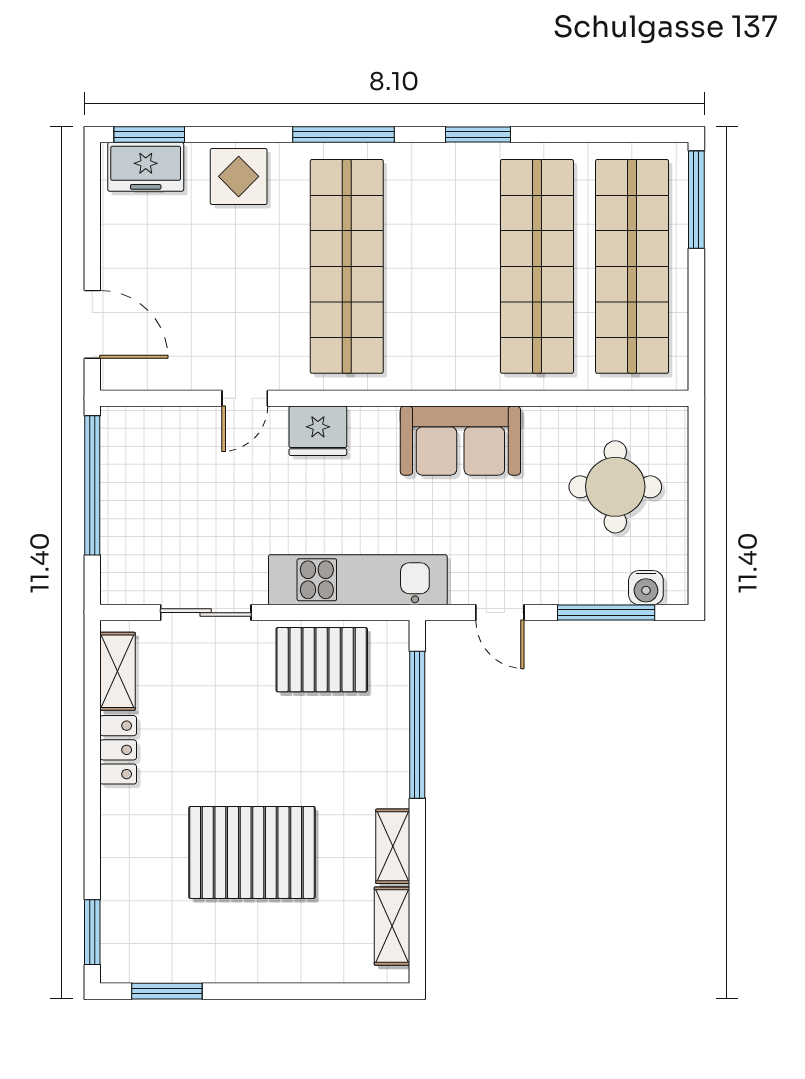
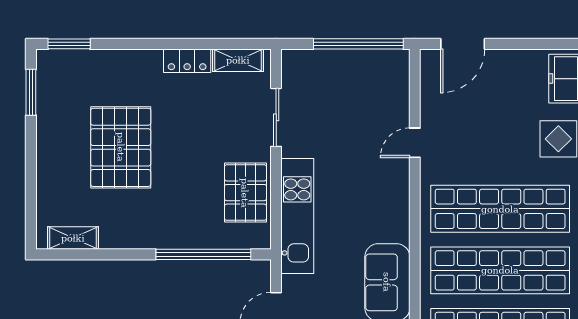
shop shelf: (442, 266) -> (500, 270), added
door: (245, 398) -> (415, 143), hinge flipped
fridge: (318, 431) -> (394, 190), removed
shelving: (393, 846) -> (125, 239), removed

